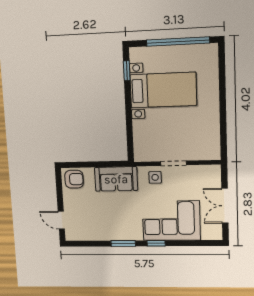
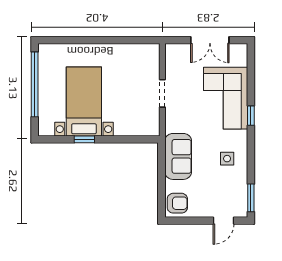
window: (127, 71) -> (84, 139), moved
side table: (155, 177) -> (227, 159), moved
armchair: (74, 179) -> (177, 203), turned 90
window: (123, 243) -> (251, 198), moved

